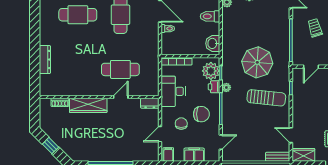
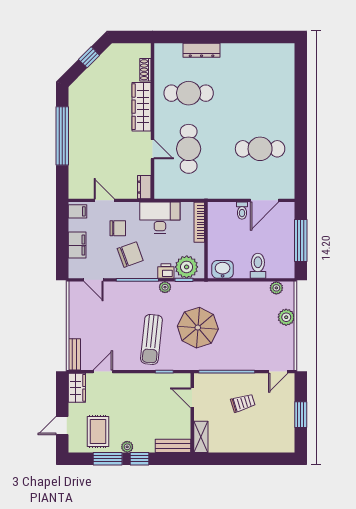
cafe table: (78, 15) -> (189, 93), moved, turned 90
chair: (201, 114) -> (130, 255), turned -110

